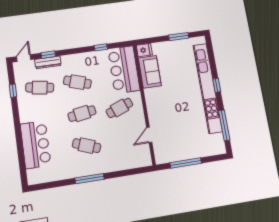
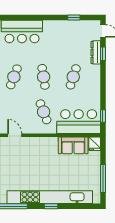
window: (179, 37) -> (103, 179), width x1.44
window: (101, 47) -> (103, 116), moved
cafe table: (40, 88) -> (73, 42), removed

